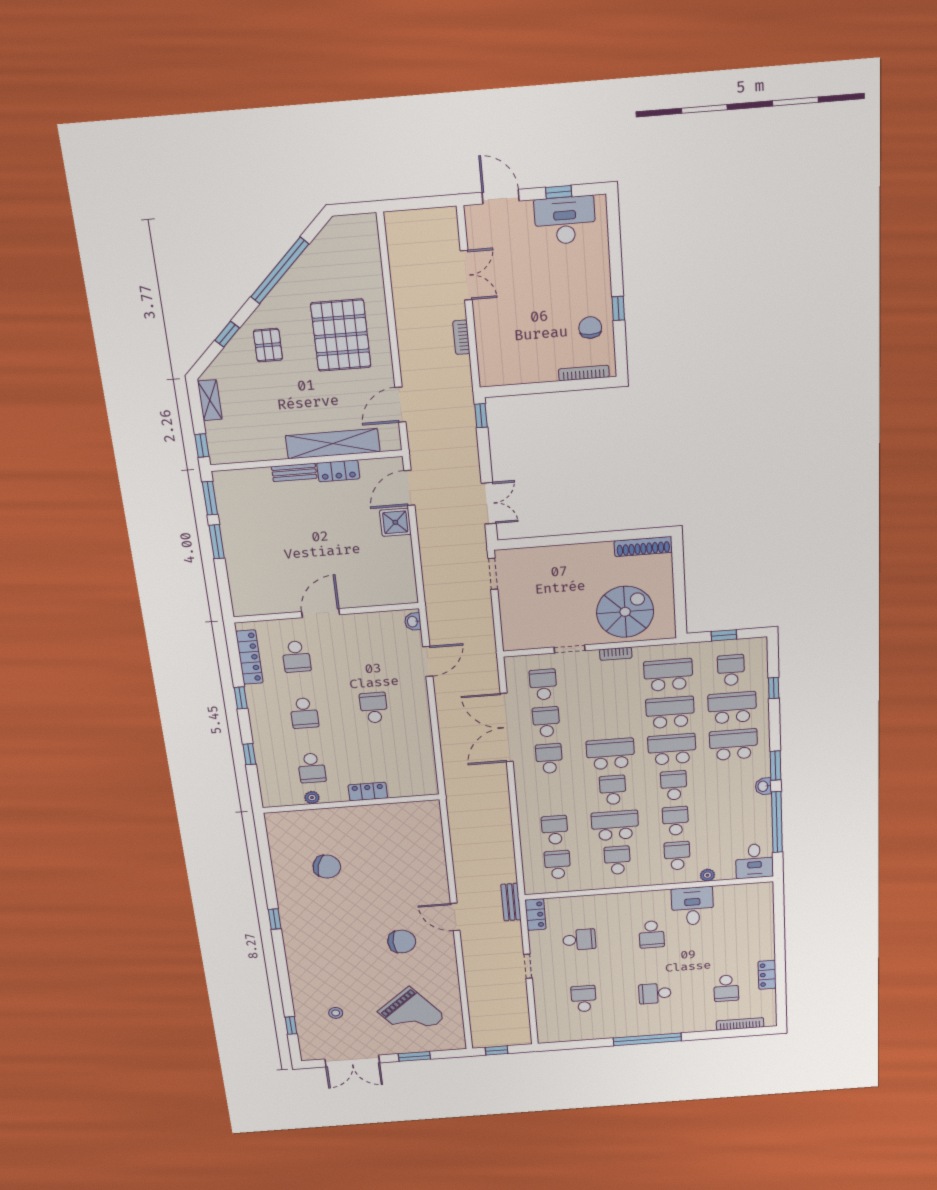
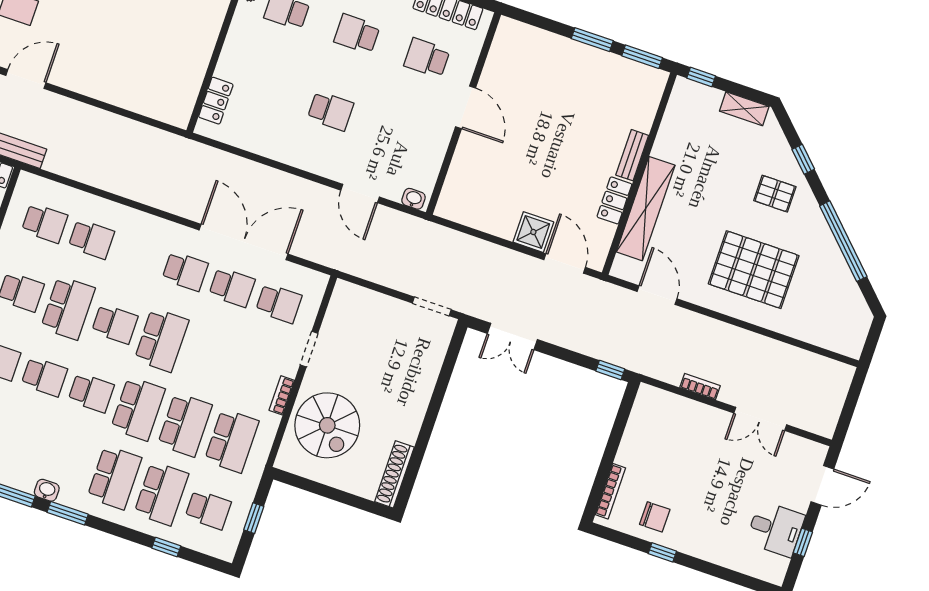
desk: (565, 220) -> (775, 529), width x0.73
locker: (368, 792) -> (216, 101), moved

